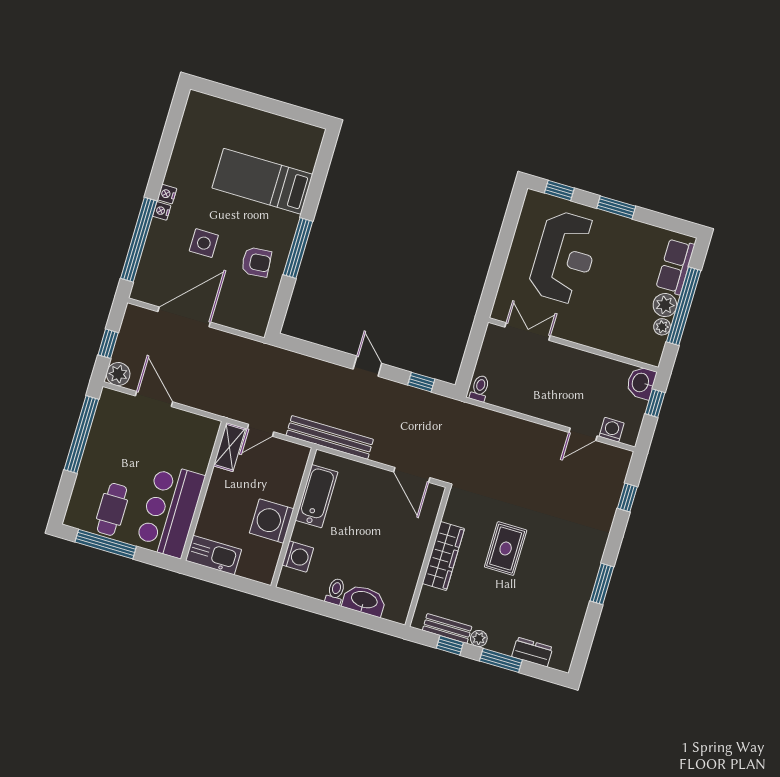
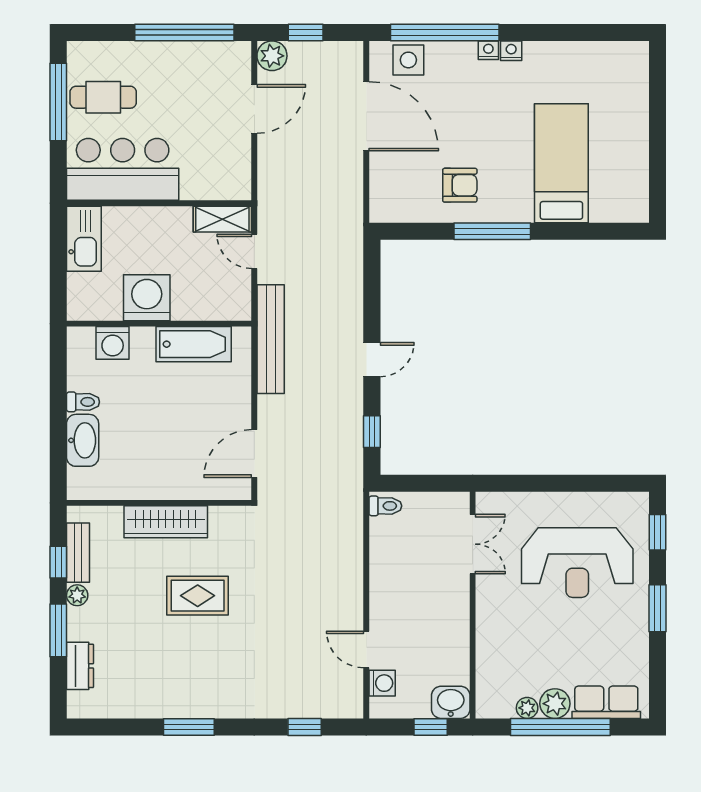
side table: (204, 243) -> (408, 60), moved
armchair: (256, 262) -> (460, 185), turned -85

